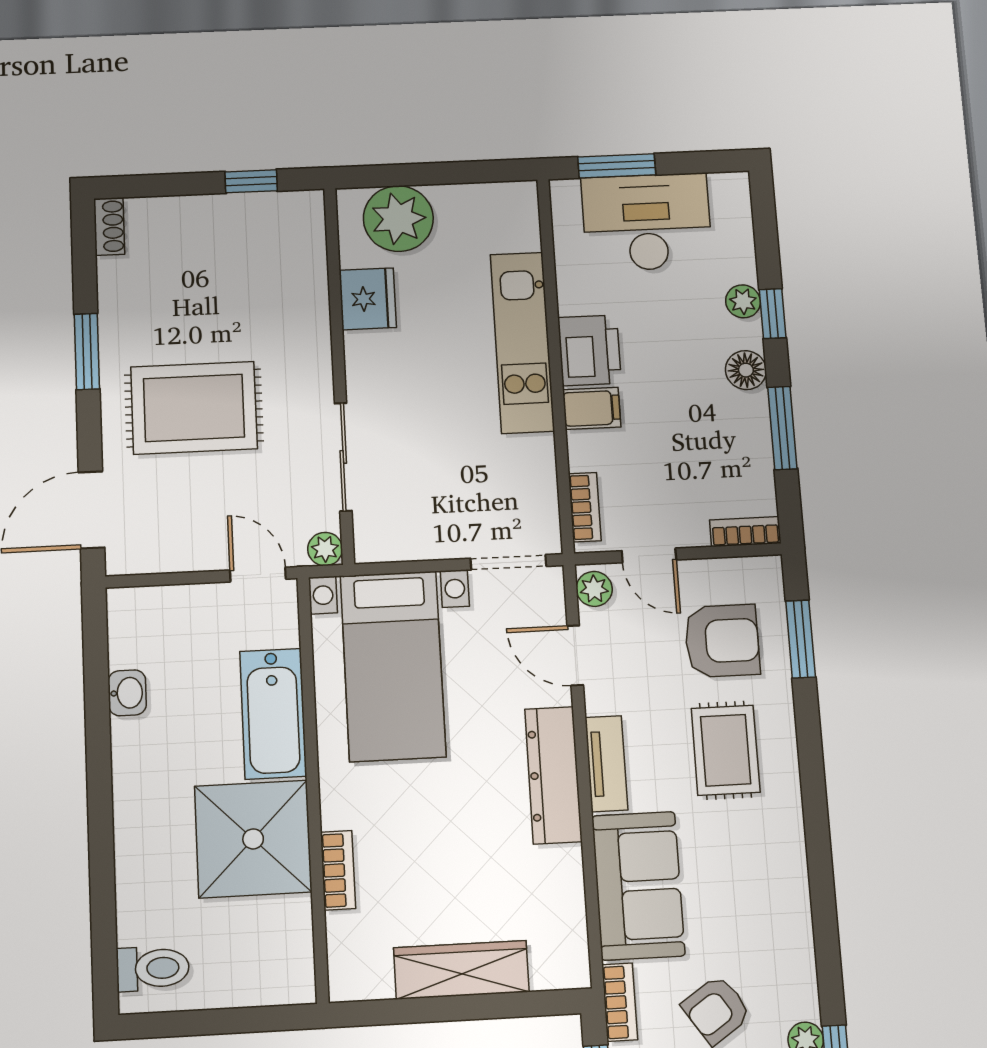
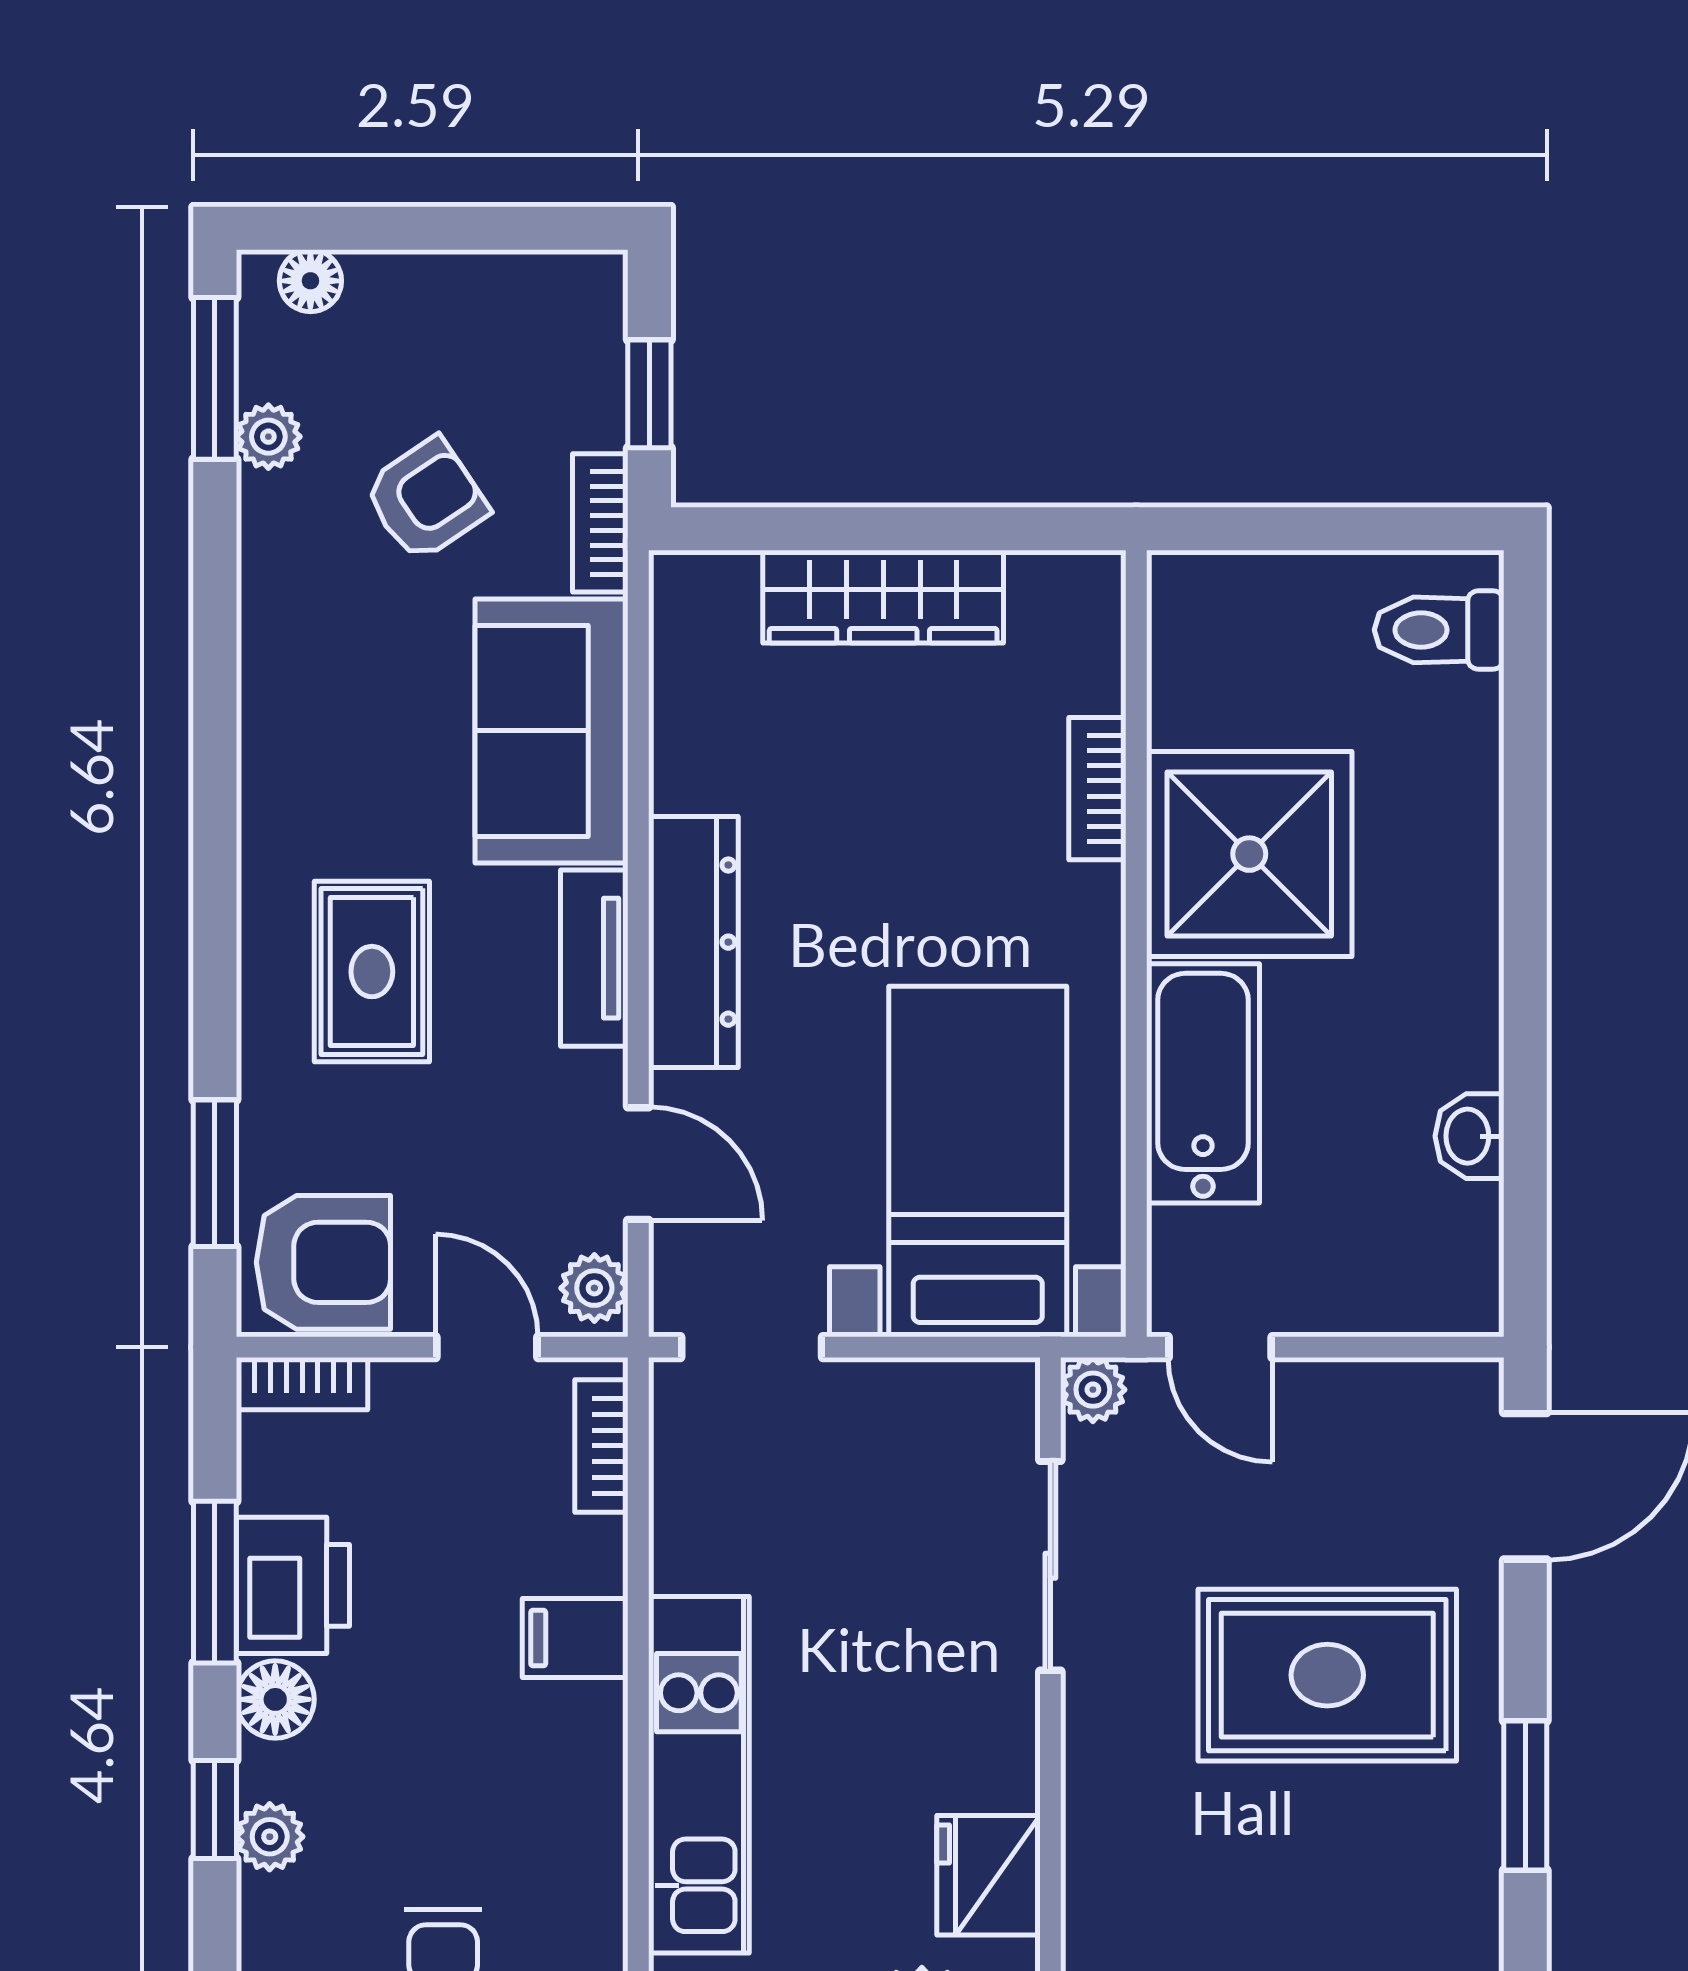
printer: (589, 350) -> (293, 1585), moved, turned 180
armchair: (722, 641) -> (323, 1262), moved, turned 180

